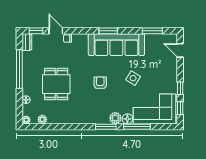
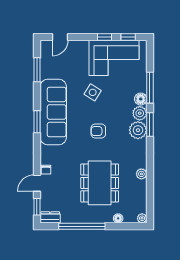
dining table: (56, 84) -> (100, 183), width x1.37
corner sofa: (155, 109) -> (114, 58), moved, turned -90
plant: (101, 117) -> (138, 130), added
plant: (42, 120) -> (141, 174), moved

